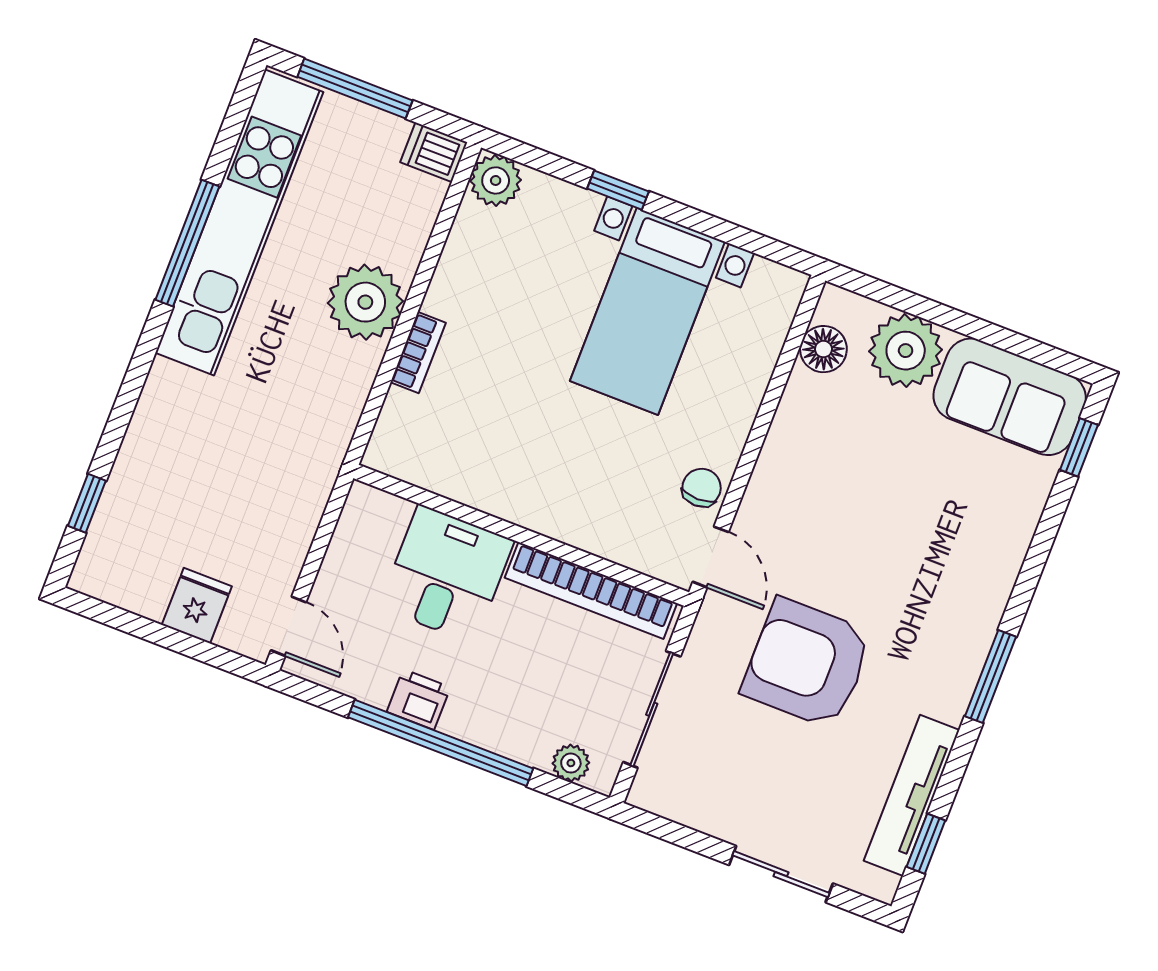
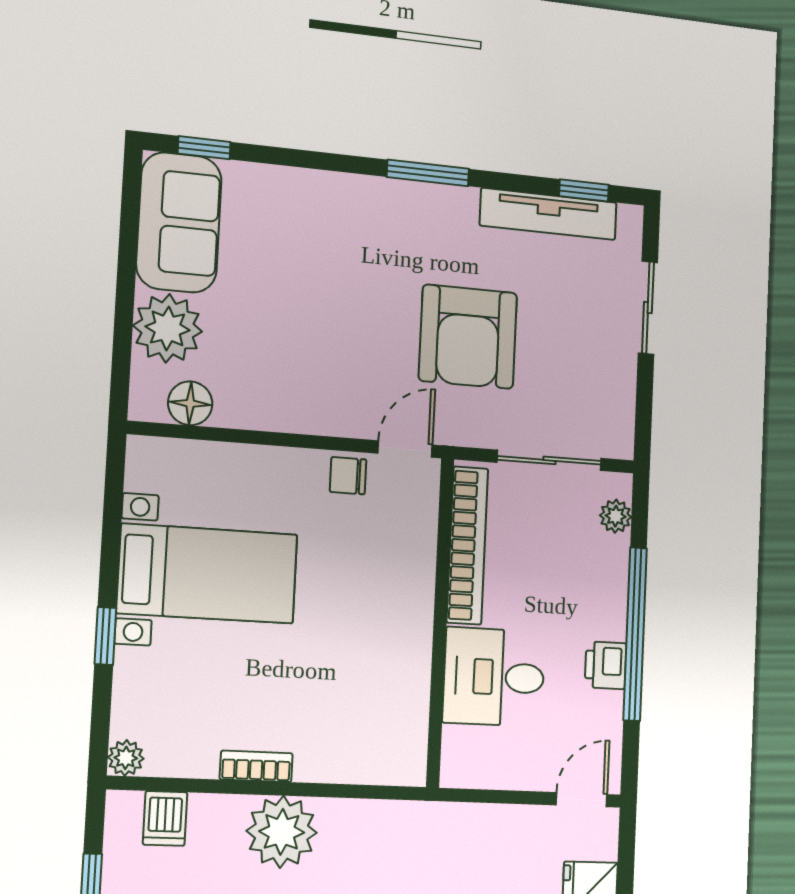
dishwasher: (434, 152) -> (165, 818), moved
plant: (496, 180) -> (126, 758), width x0.73, depth x0.73
bookcase: (418, 352) -> (256, 766), moved

